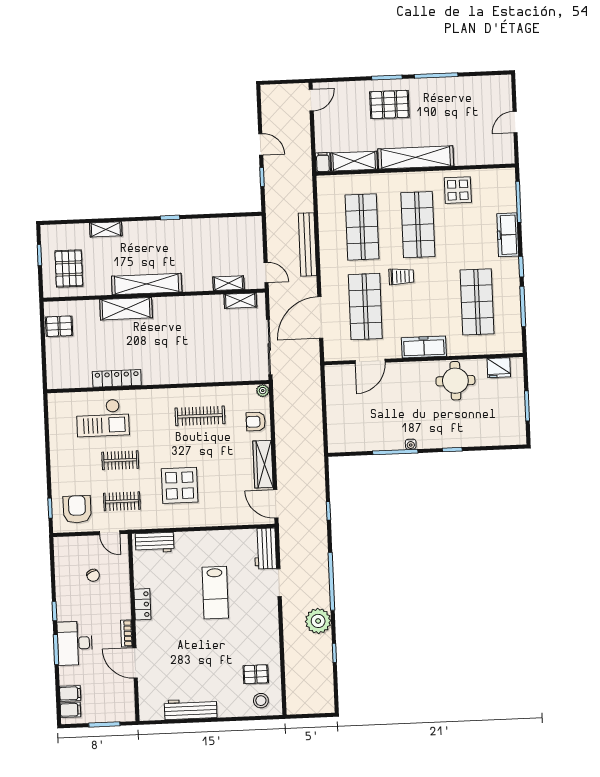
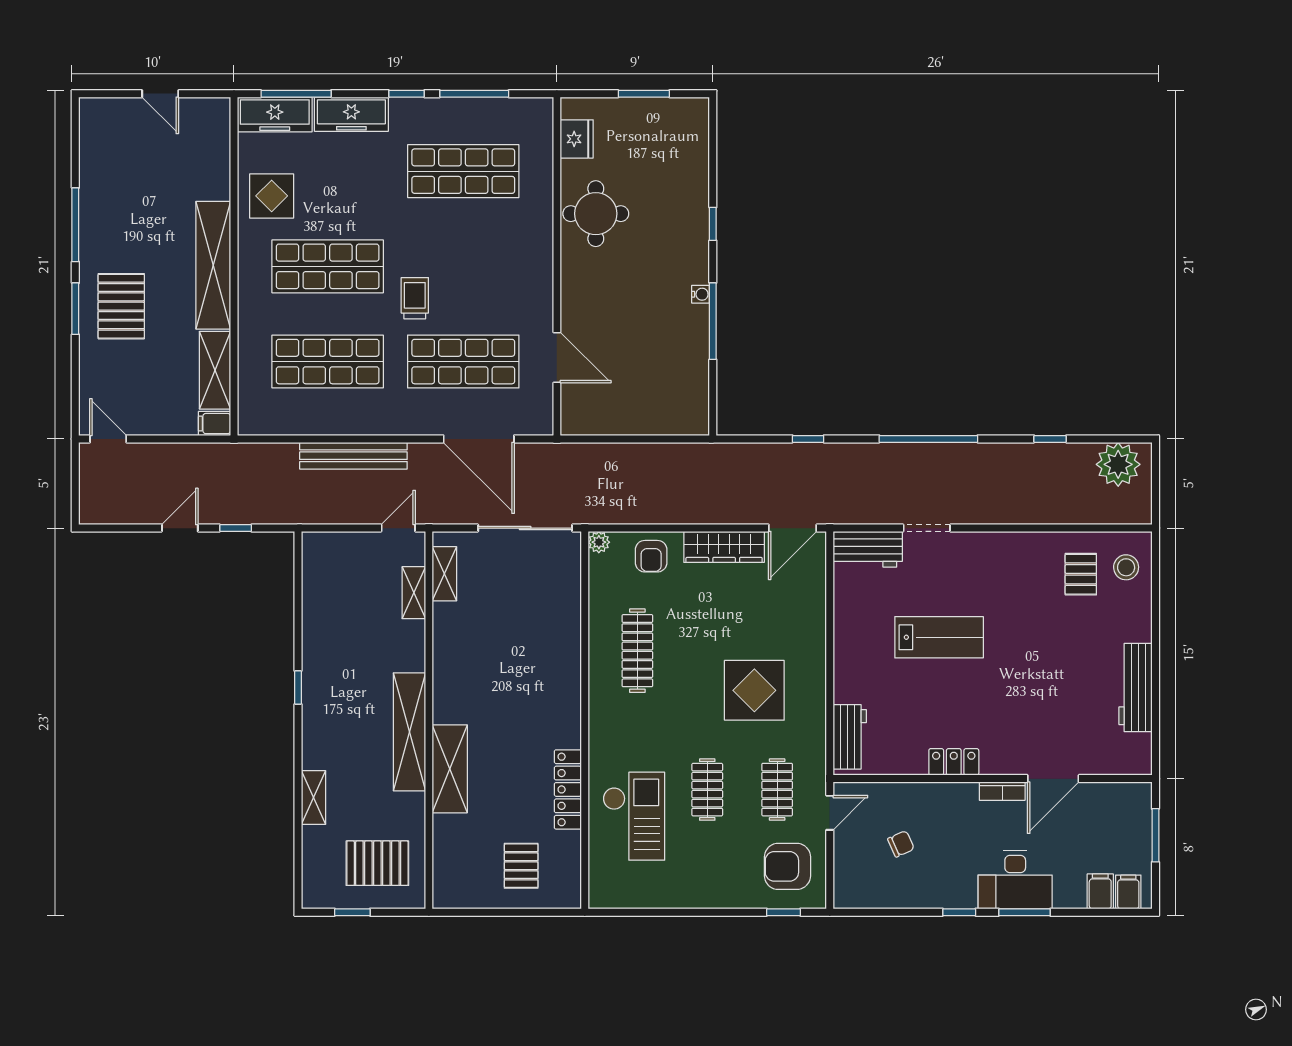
pallet: (59, 326) -> (521, 866), moved
freezer: (424, 347) -> (275, 114), moved, turned -90
plant: (318, 621) -> (1118, 464), moved

